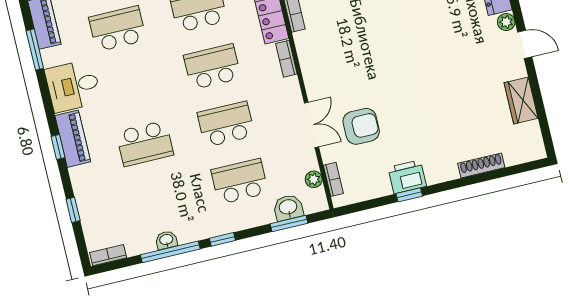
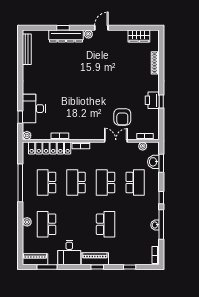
wardrobe: (521, 101) -> (139, 36), moved
armchair: (361, 126) -> (122, 117), turned 180
school desk: (240, 181) -> (135, 182), turned 180

